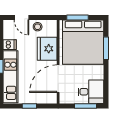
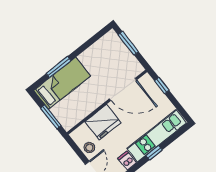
bed: (83, 42) -> (62, 83), width x0.49
desk: (91, 92) -> (111, 49), removed
window: (29, 106) -> (162, 86), moved

